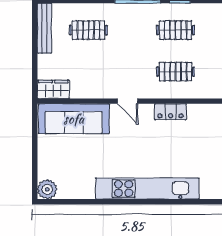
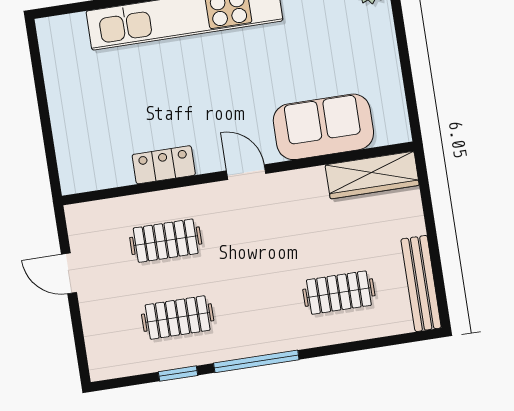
wardrobe: (53, 89) -> (372, 175), width x1.50
sofa: (74, 119) -> (323, 127), width x0.73

